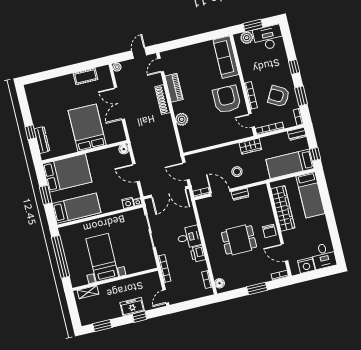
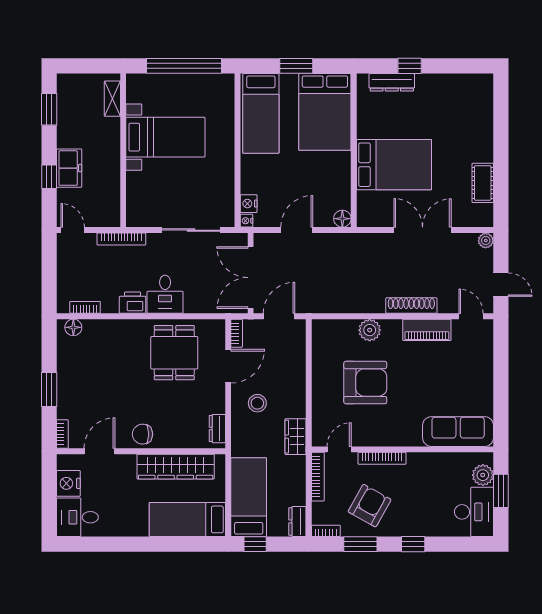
armchair: (227, 99) -> (365, 383), moved
dresser: (240, 194) -> (217, 429), moved
dining table: (239, 240) -> (174, 353), moved

